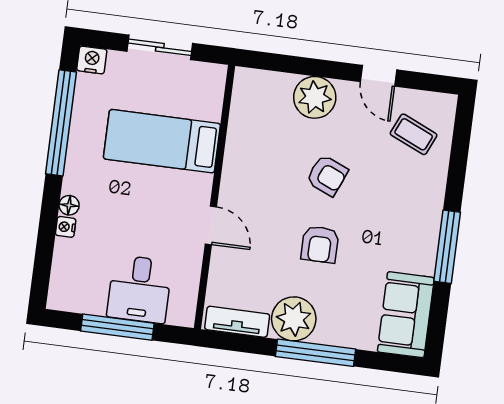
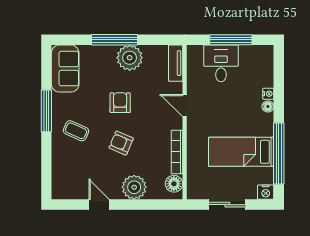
floor lamp: (246, 94) -> (174, 184), added
coffee table: (414, 134) -> (76, 131), moved
bed: (162, 141) -> (241, 152), moved, turned 180
bookcase: (234, 148) -> (177, 152), added
tv unit: (237, 322) -> (176, 63), moved, turned 90

